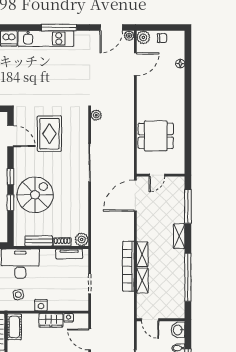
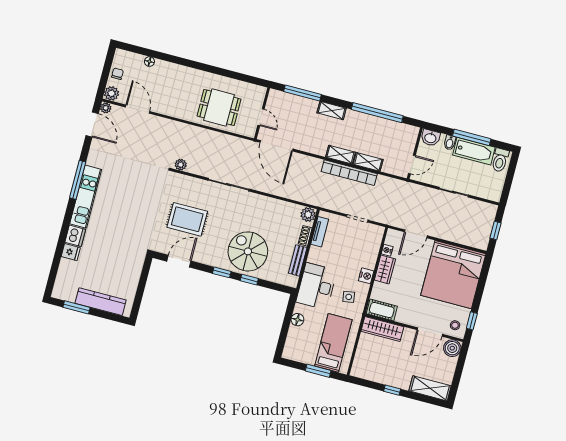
dining table: (156, 136) -> (219, 108), turned 90

